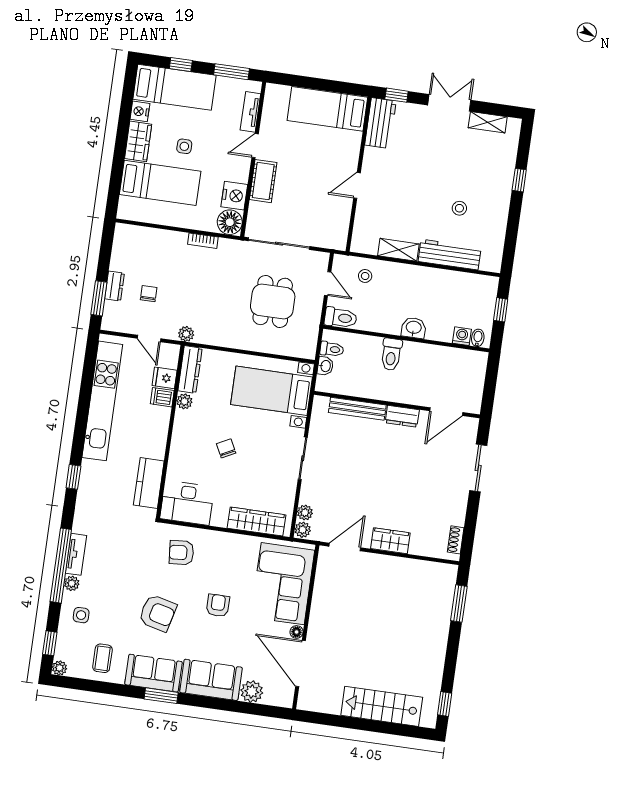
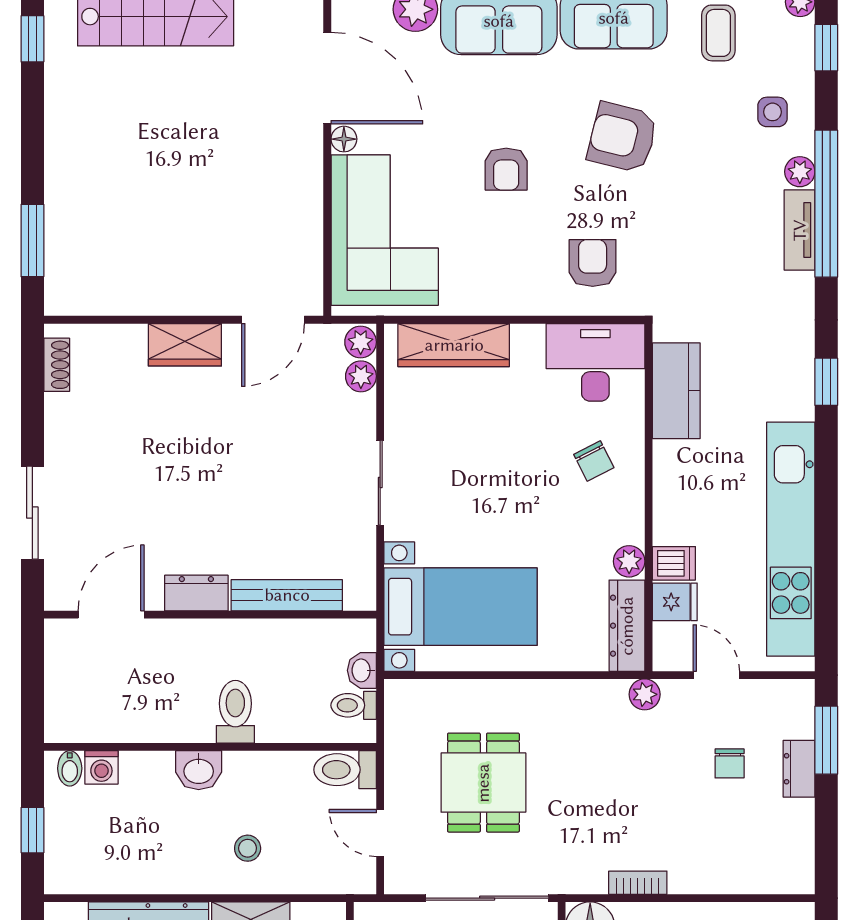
stool: (365, 276) -> (248, 848), moved
chair: (226, 448) -> (594, 461), moved
armchair: (181, 553) -> (593, 263), turned -85

